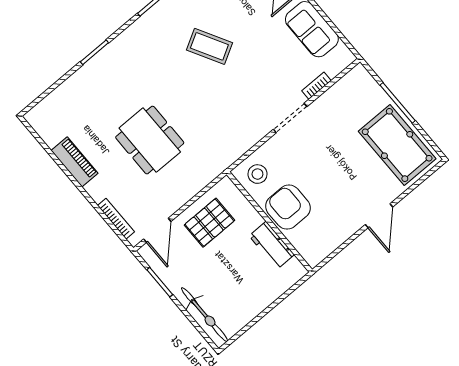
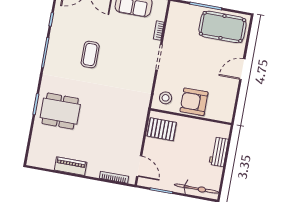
coffee table: (209, 46) -> (90, 55), turned -61
dining table: (150, 140) -> (60, 111), moved
door: (379, 216) -> (242, 69), swing flipped
pallet: (209, 223) -> (162, 129), moved, turned 90
workbench: (272, 245) -> (219, 152), moved, turned 90

